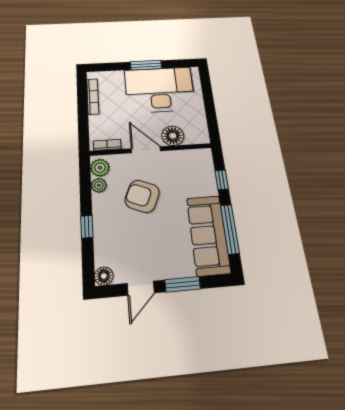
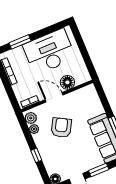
window: (146, 65) -> (20, 42), moved
window: (222, 180) -> (105, 102), removed
armchair: (142, 196) -> (61, 128), turned 96

